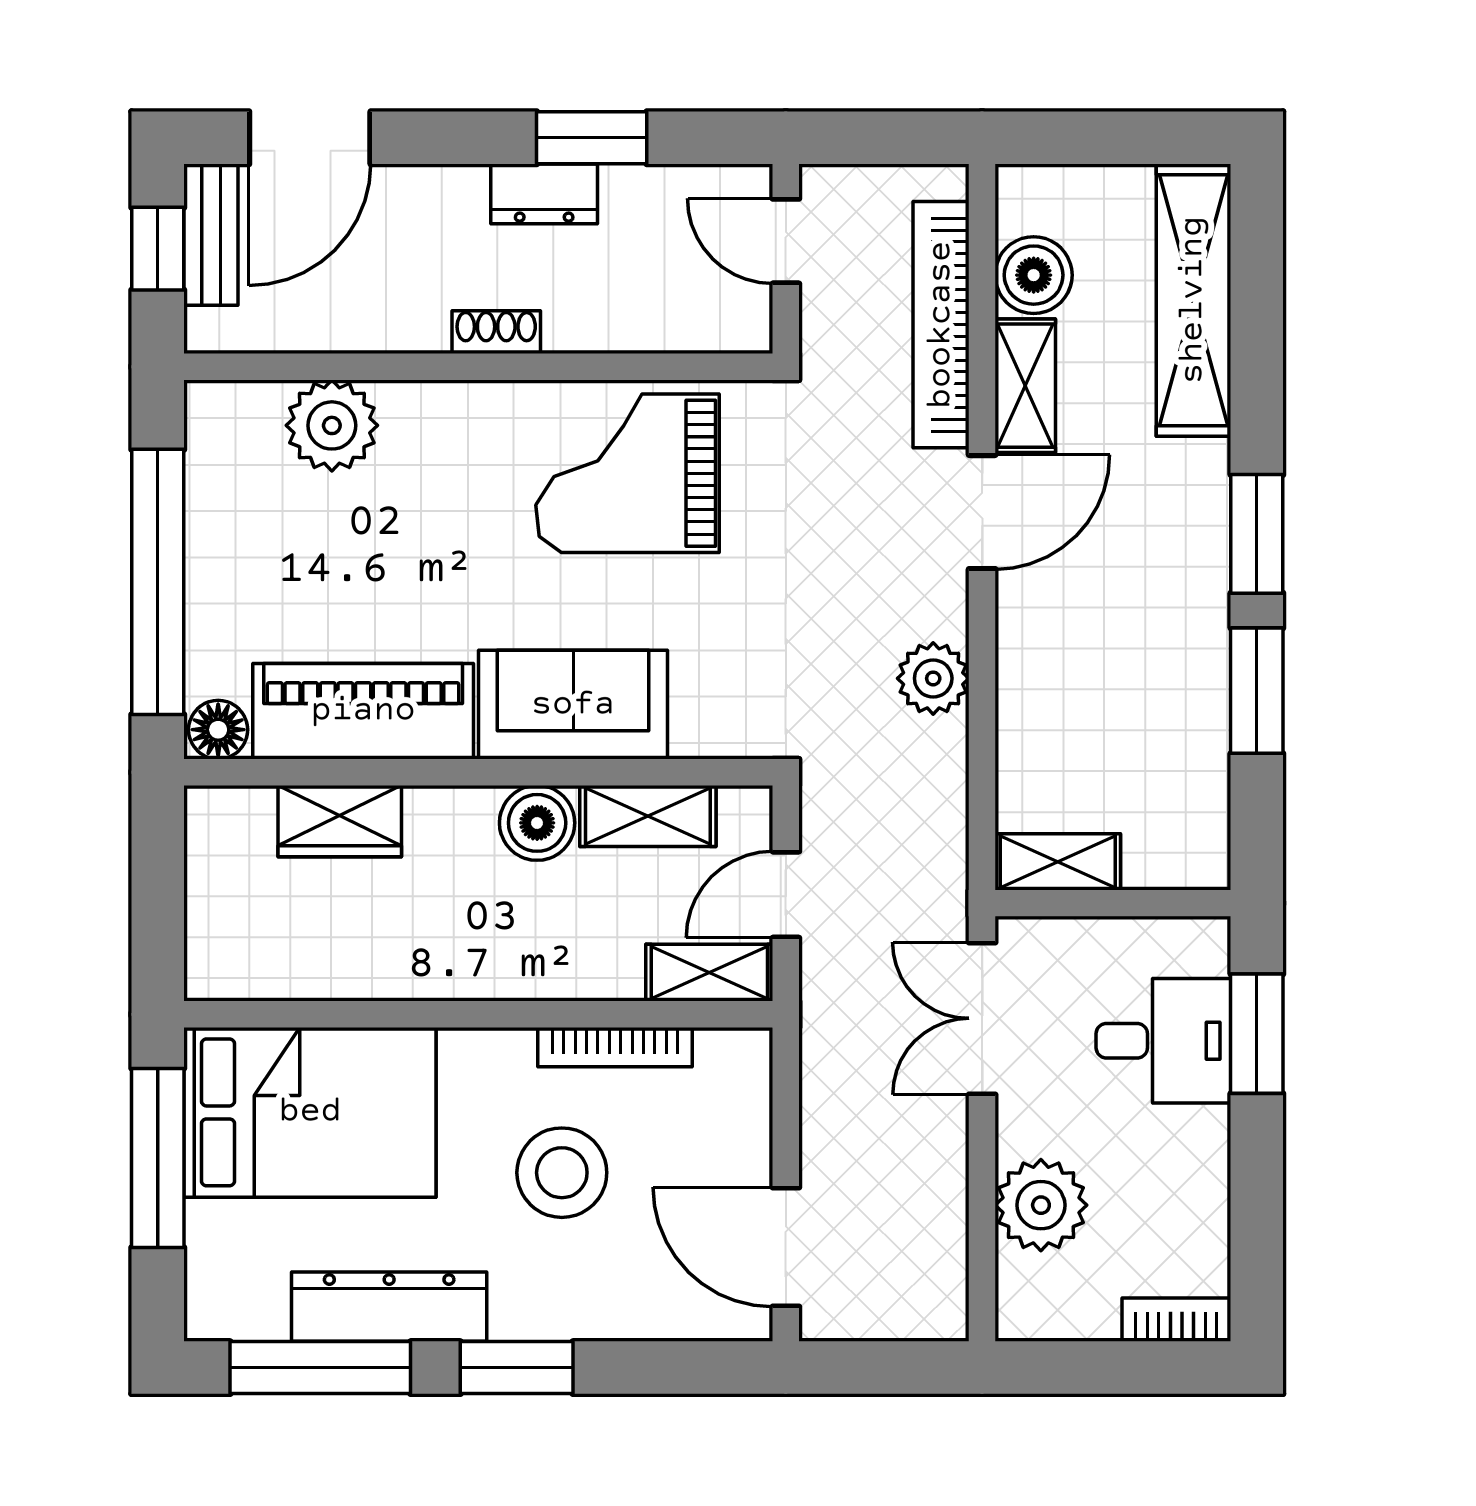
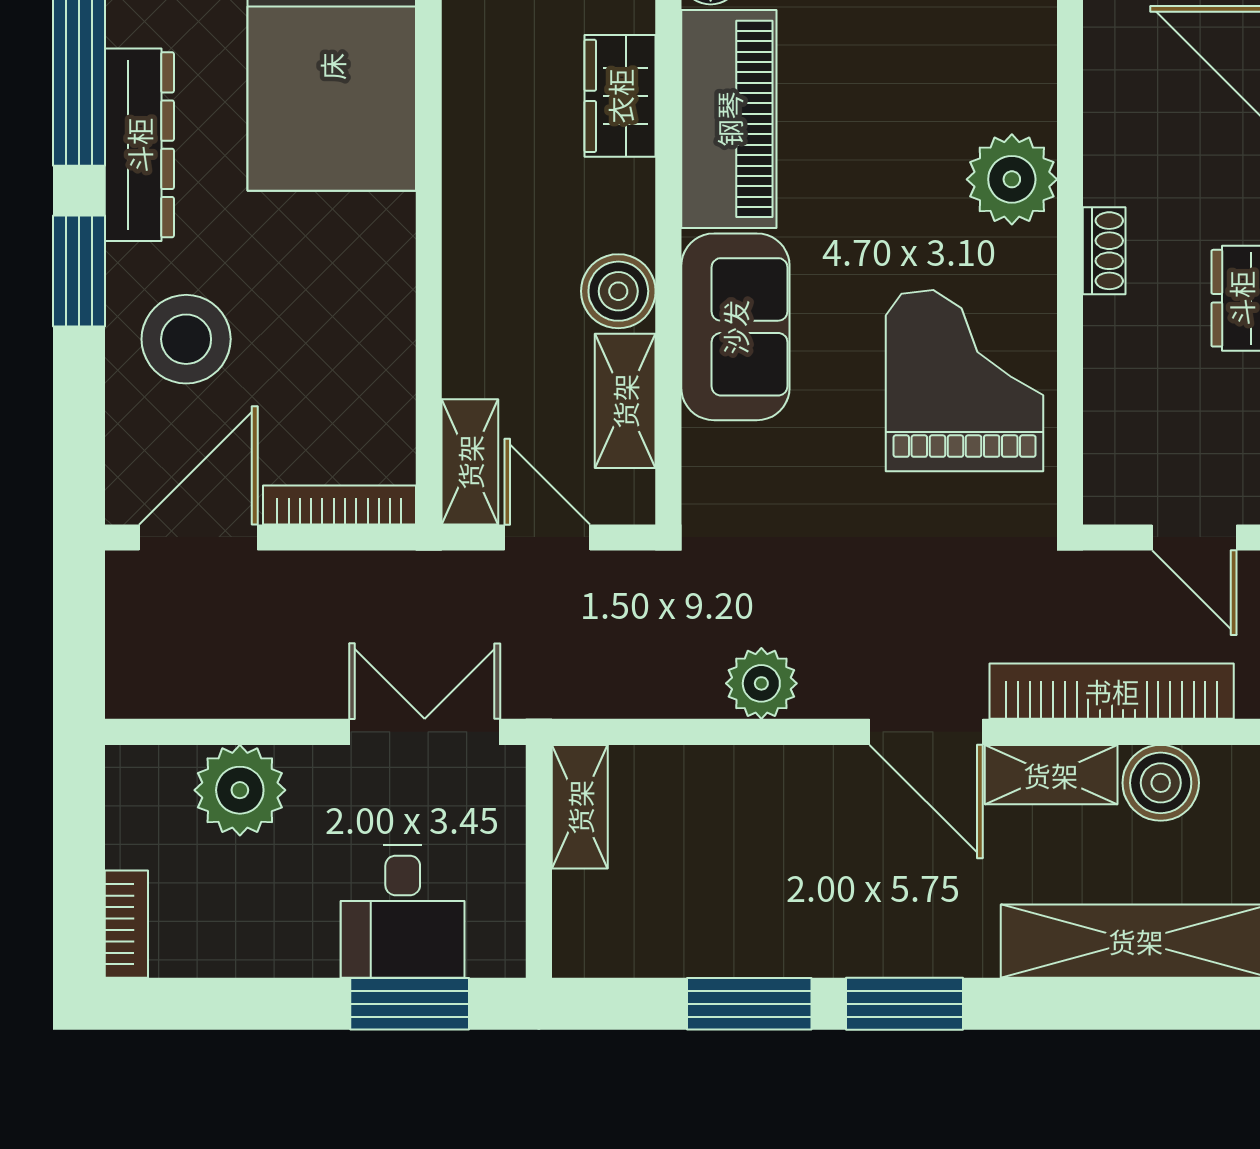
door: (786, 241) -> (1194, 537), swing flipped
plant: (332, 425) -> (1012, 179), moved
bookcase: (615, 1047) -> (339, 505), moved, turned 90
stool: (562, 1173) -> (186, 339), moved

